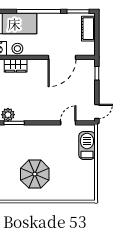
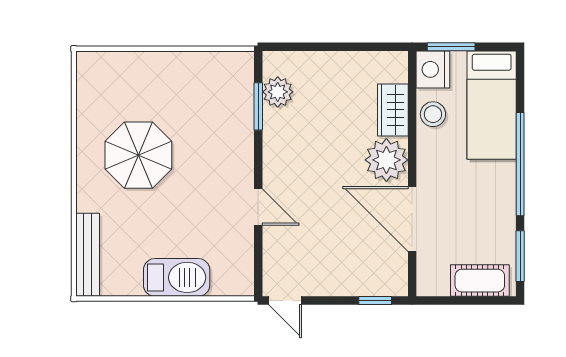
plant: (37, 68) -> (386, 160), added
door: (68, 123) -> (258, 207), moved
barbecue: (87, 146) -> (177, 277), moved
bench: (77, 196) -> (88, 255), added

